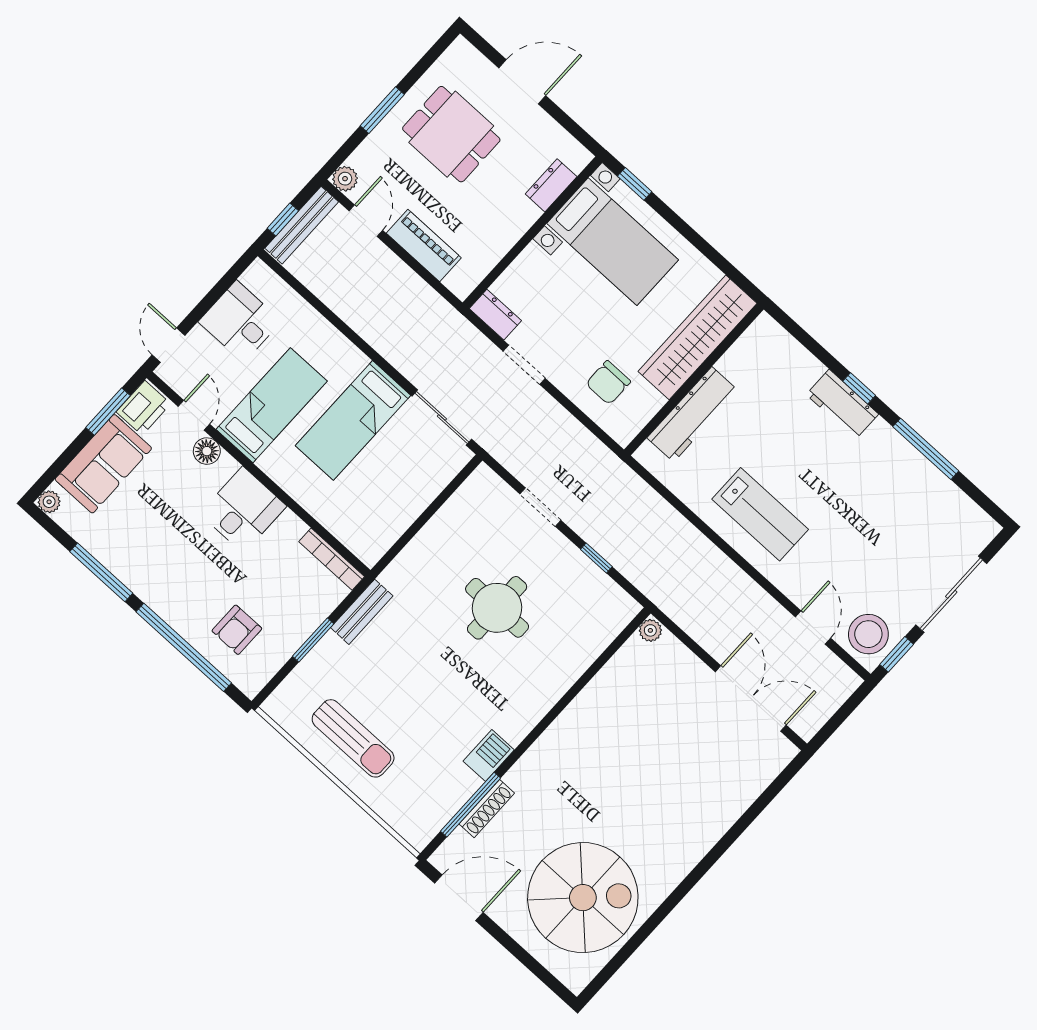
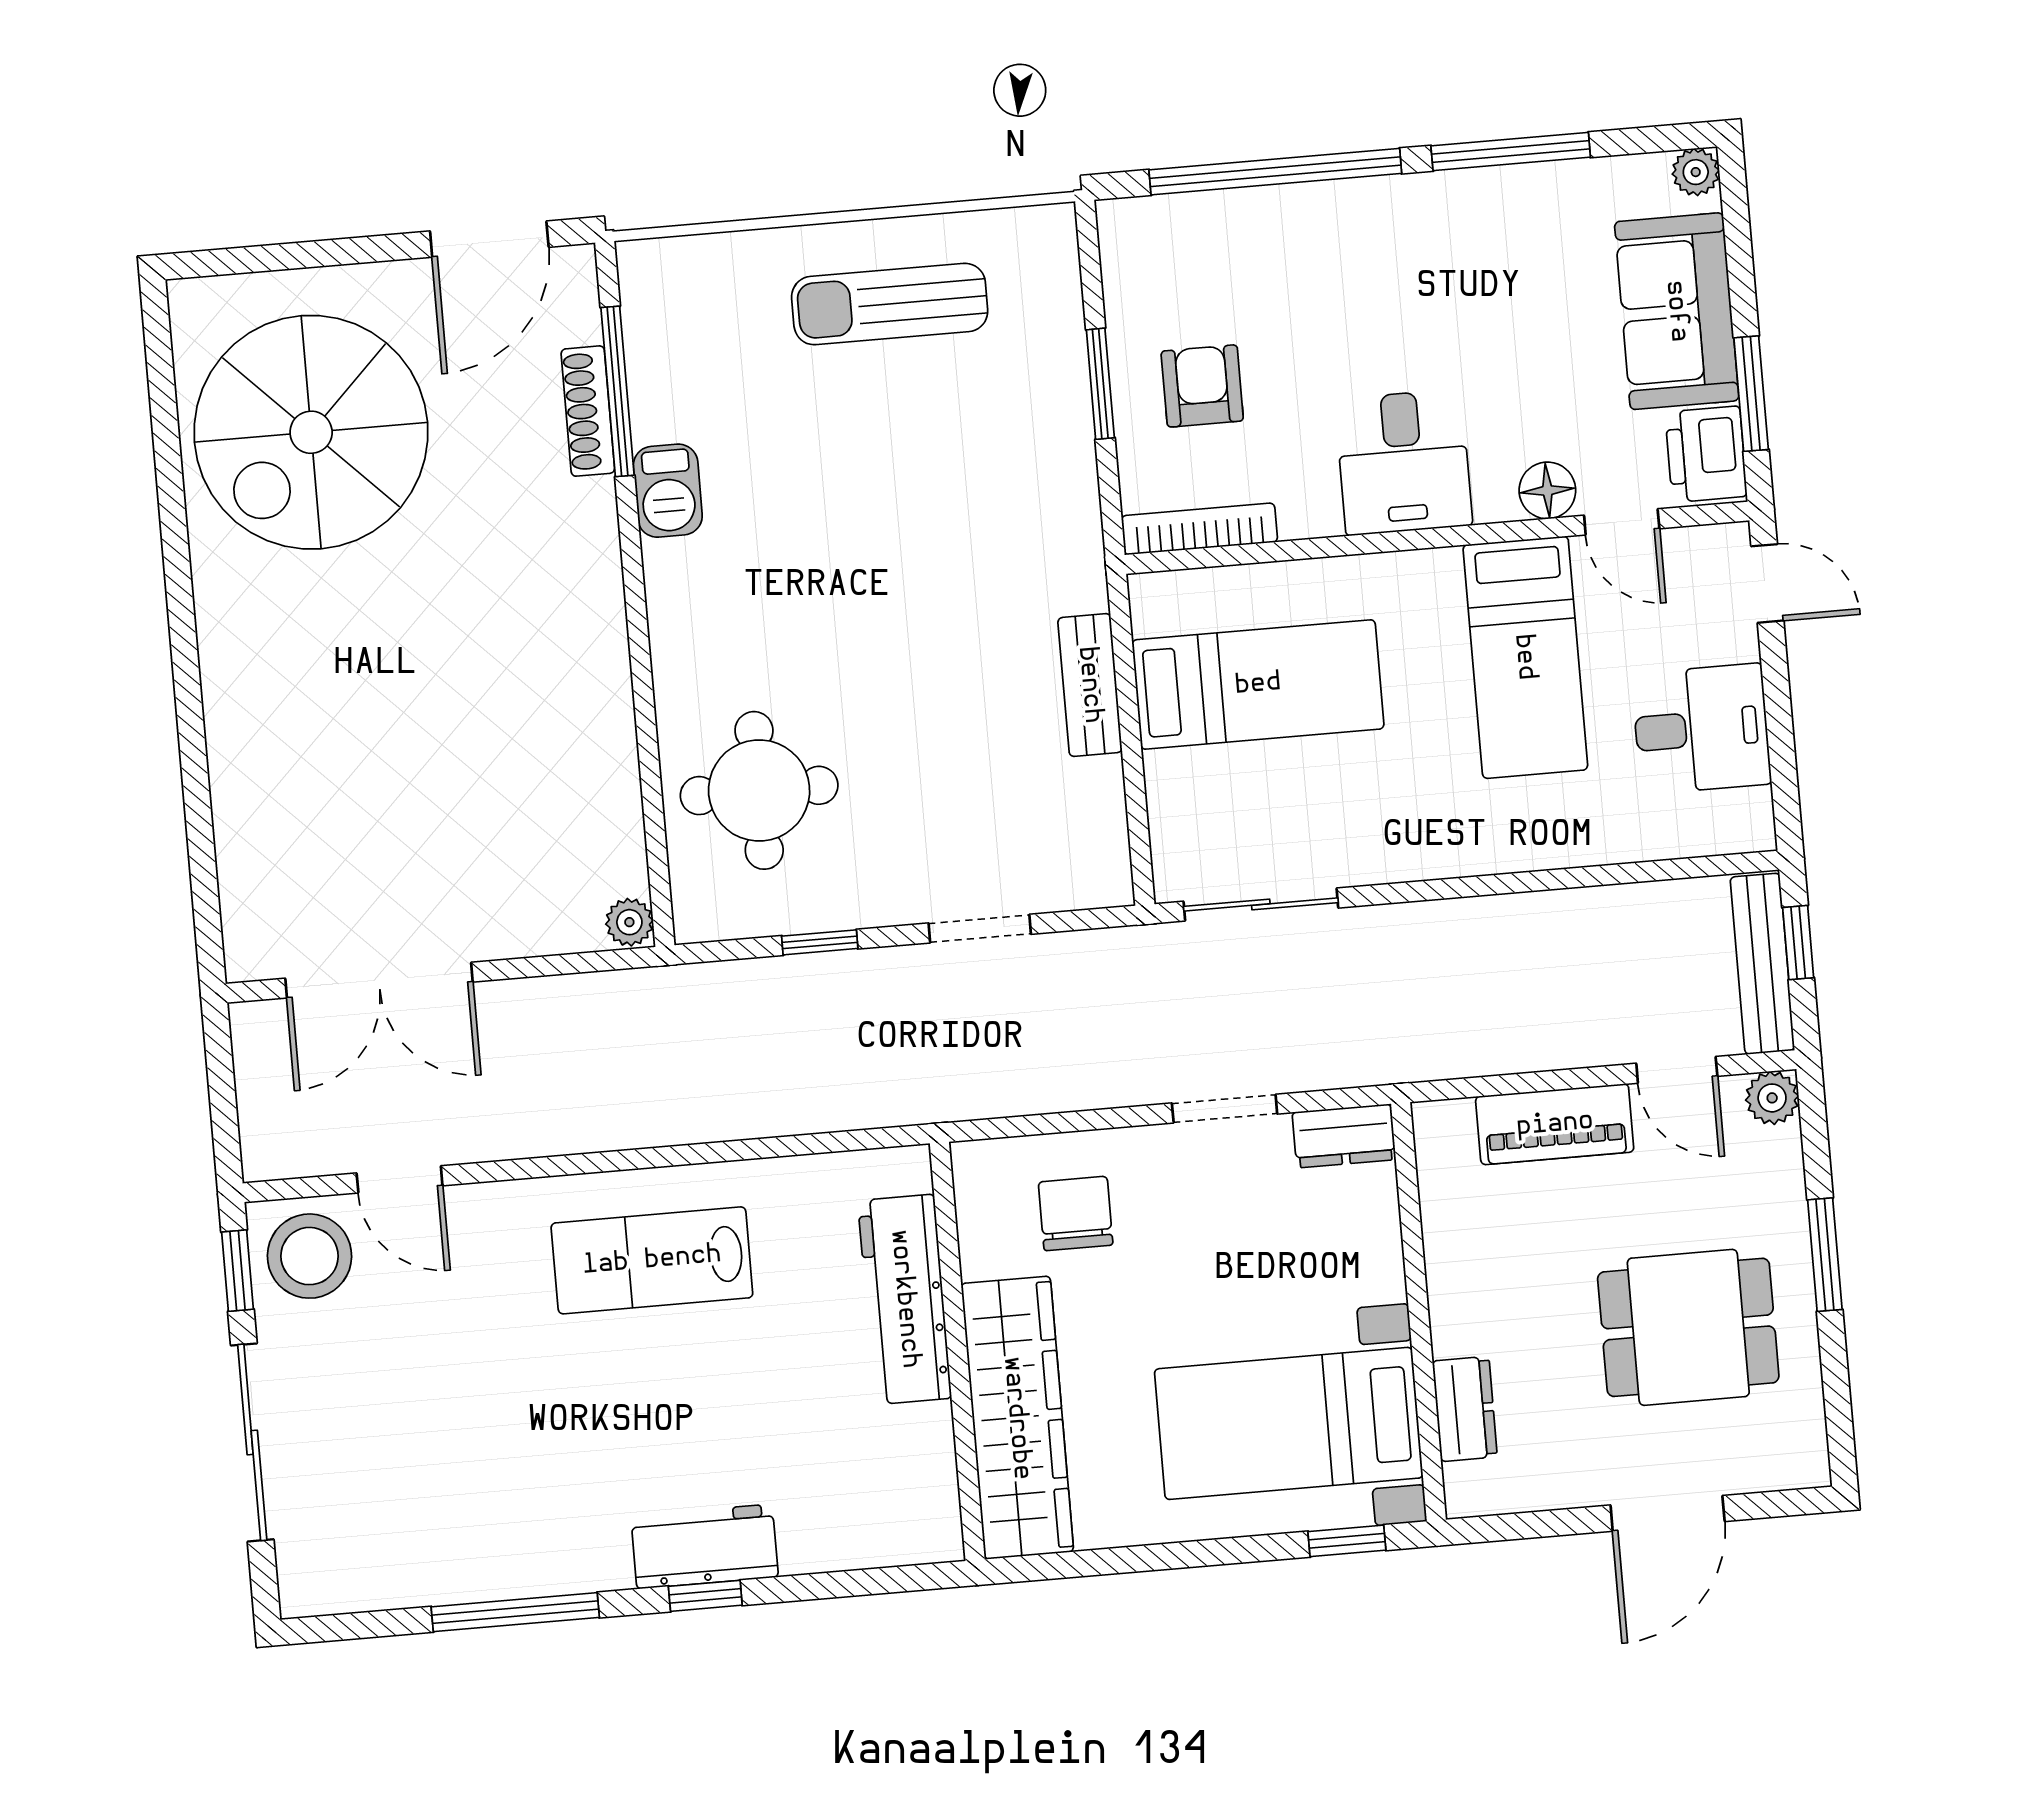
bed: (353, 420) -> (1258, 684), moved, turned 90
round table: (497, 608) -> (759, 790), moved
bench: (362, 612) -> (1090, 685), moved
armchair: (237, 630) -> (1202, 386), moved

